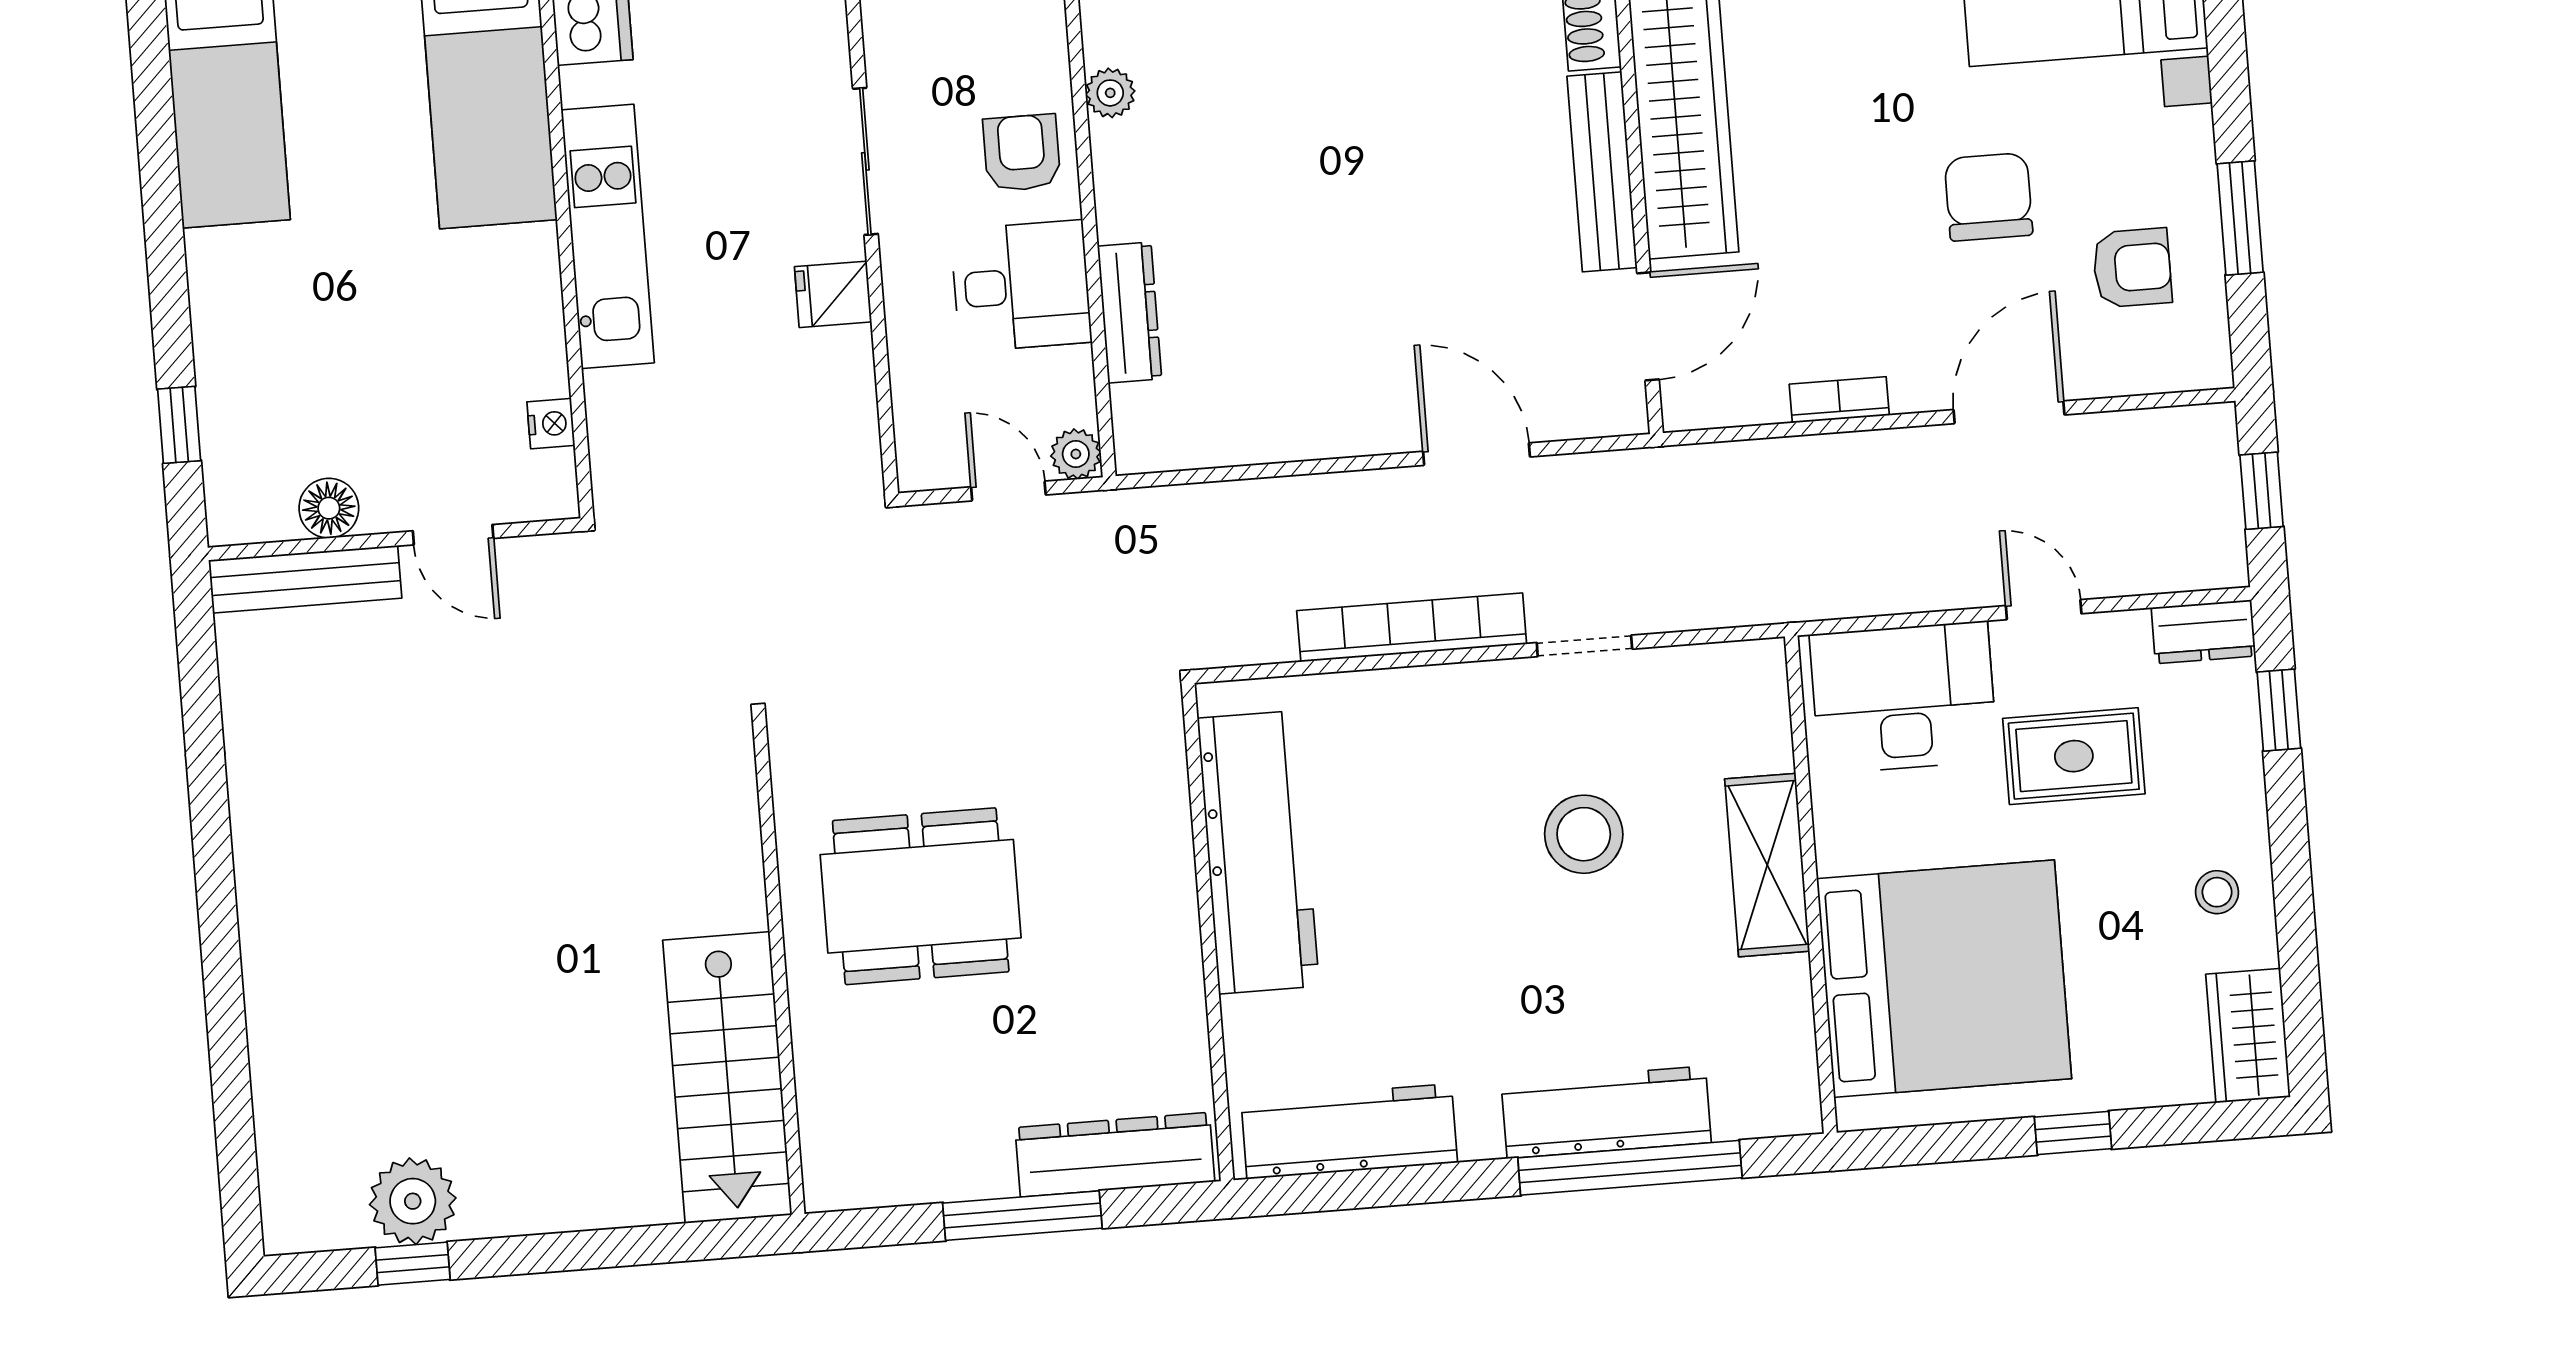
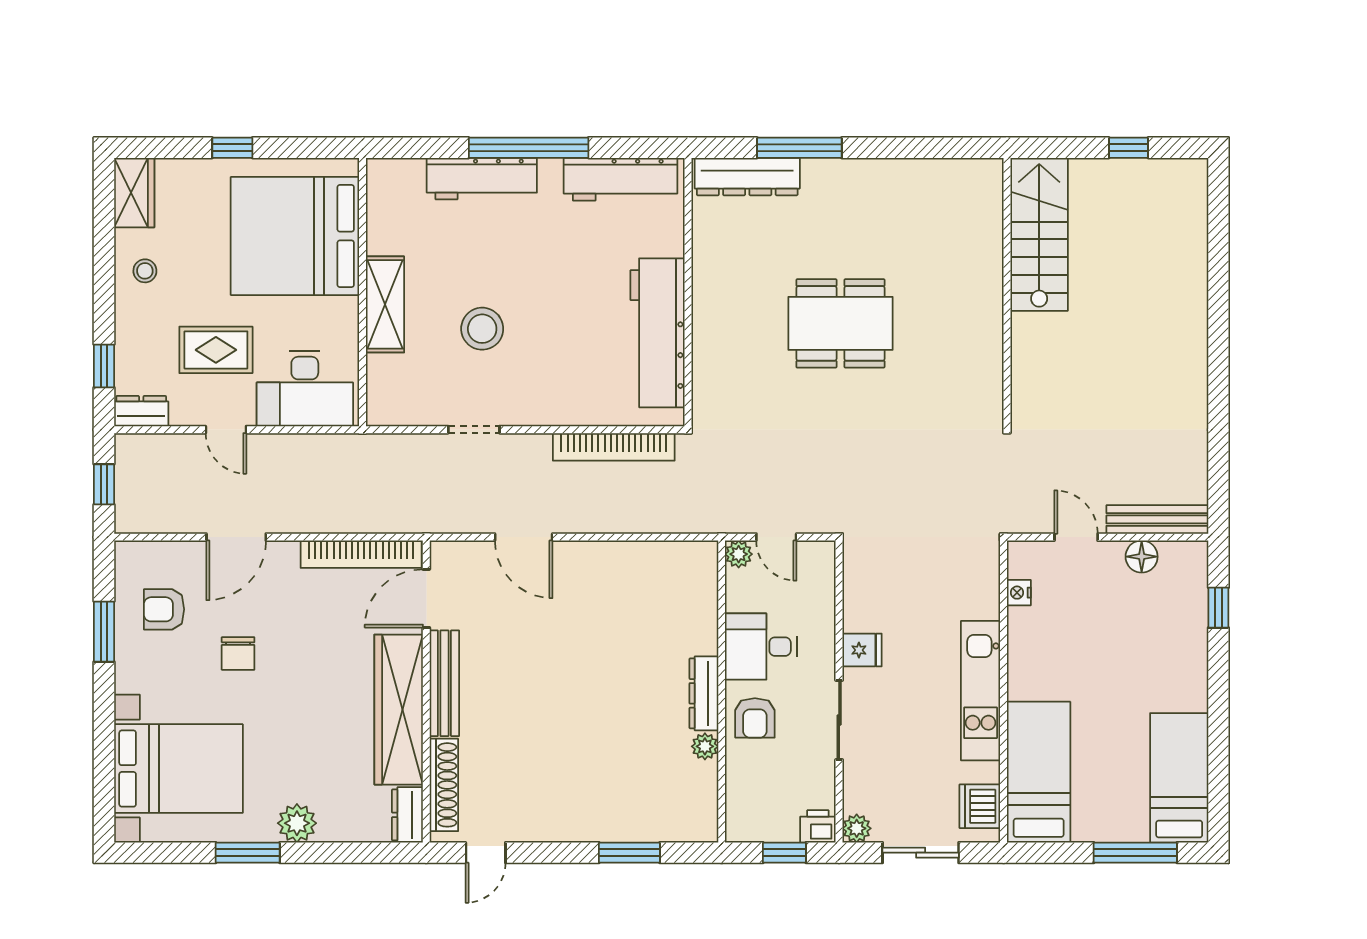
chair: (1989, 197) -> (238, 653), width x0.73, depth x0.73
dresser: (1130, 313) -> (704, 693), moved
bookcase: (1839, 400) -> (361, 554), width x2.31, depth x1.31
bookcase: (1412, 627) -> (614, 447), moved
wall: (779, 966) -> (1007, 292), moved
stairs: (727, 1078) -> (1039, 234), moved
window: (1630, 1168) -> (529, 148), moved
plant: (413, 1201) -> (1126, 181), removed

